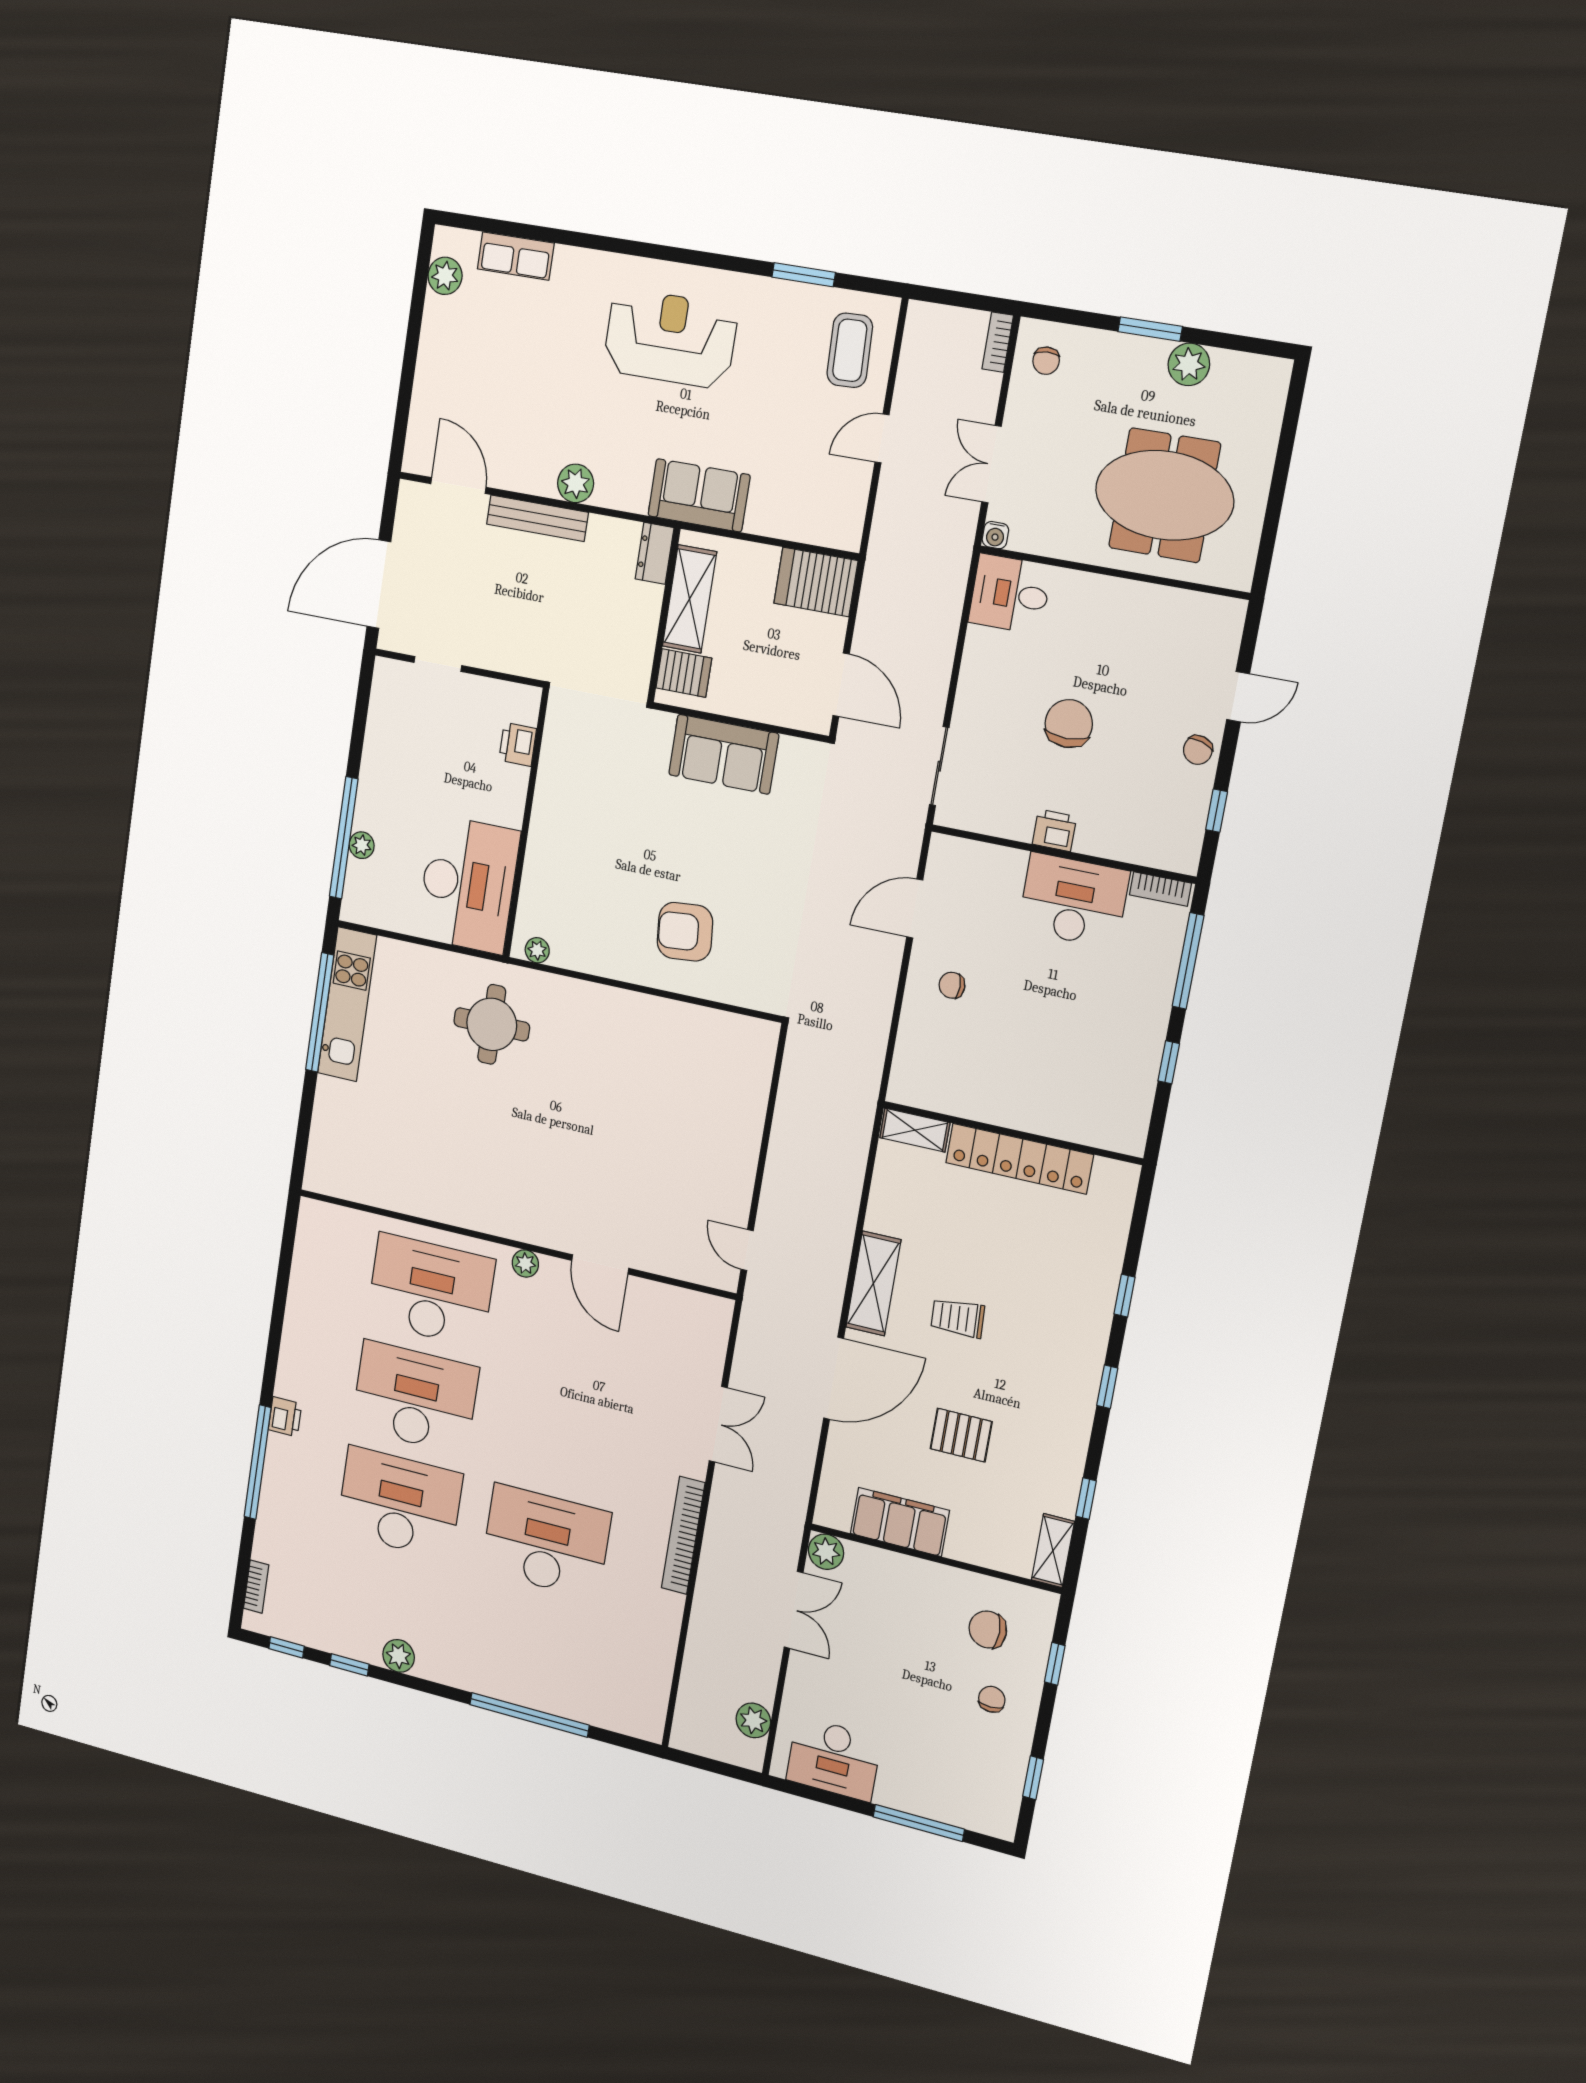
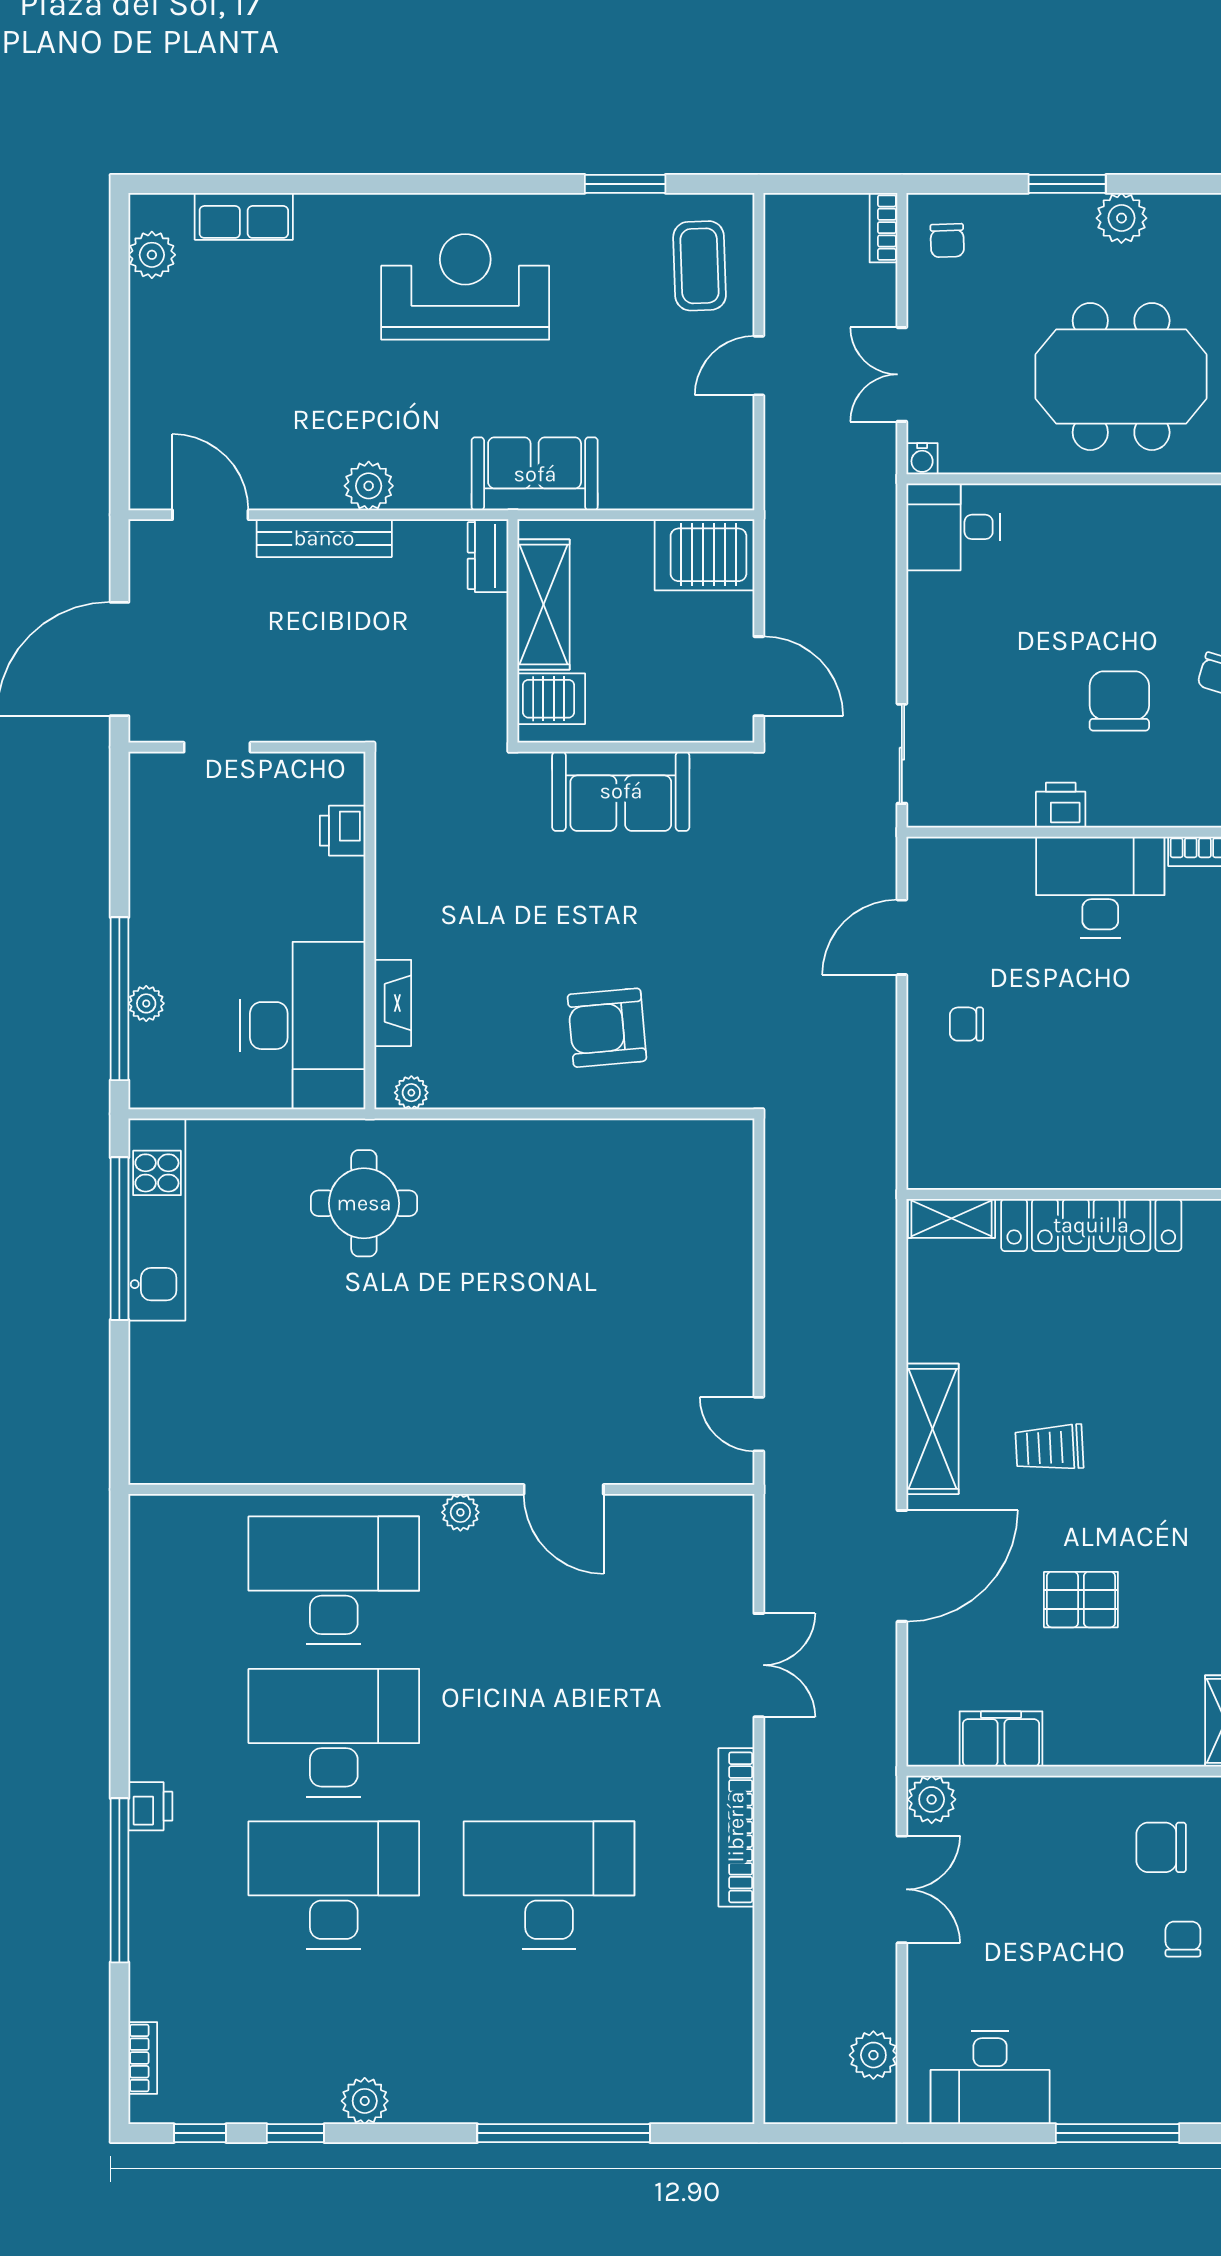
chair: (1069, 724) -> (1119, 701), moved
fireplace: (534, 881) -> (393, 1003), added
filing cabinet: (900, 1522) -> (1001, 1739), width x0.67, depth x0.86

